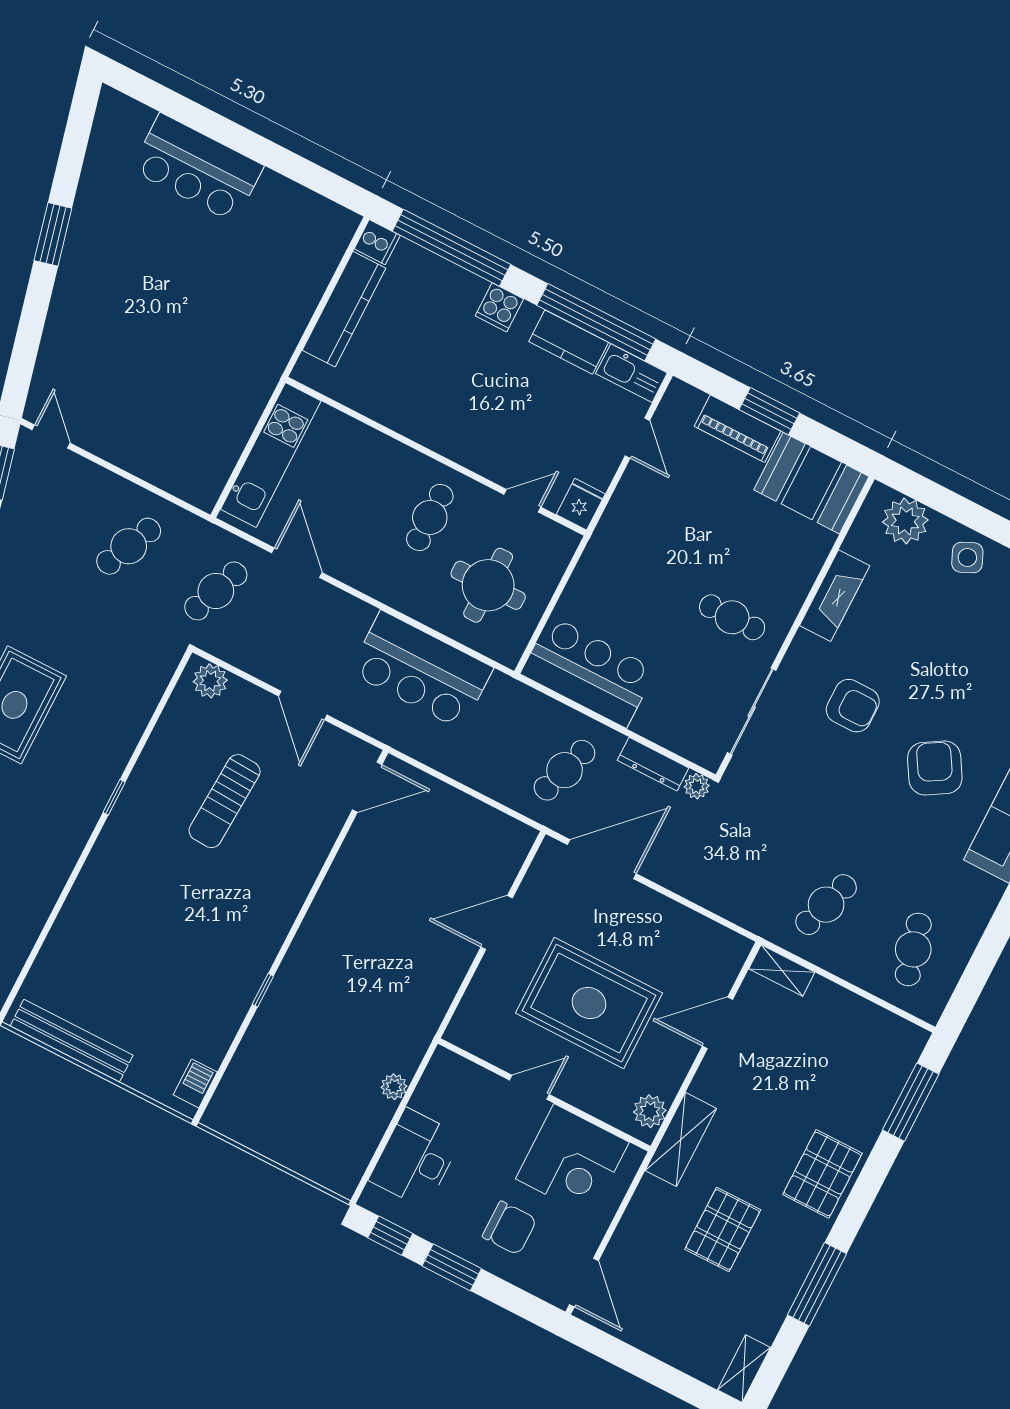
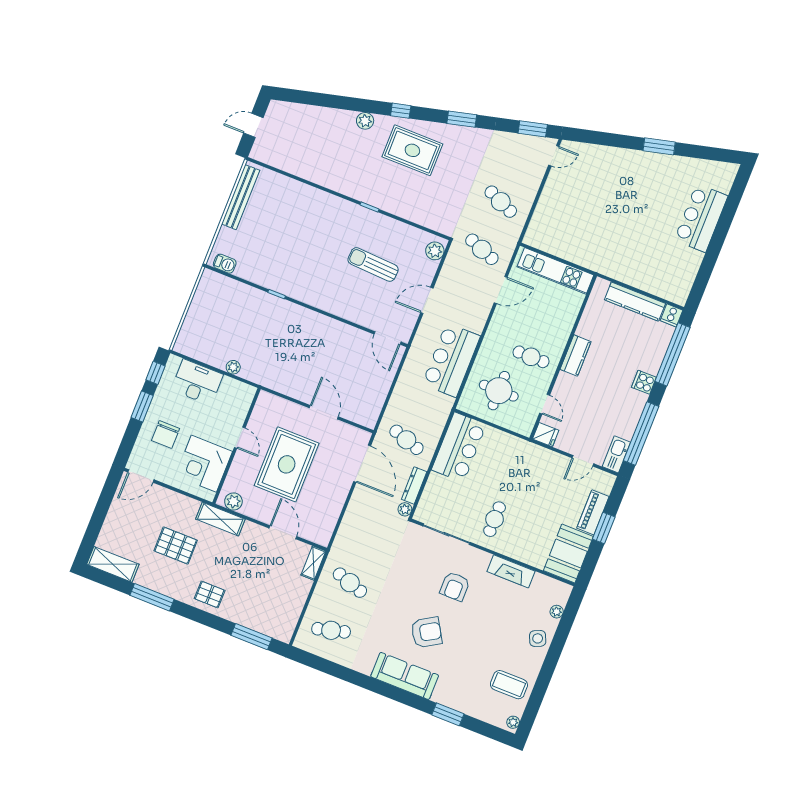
kitchen counter: (569, 342) -> (576, 355), moved, turned 180
plant: (905, 521) -> (557, 612), width x0.53, depth x0.53
pallet: (822, 1174) -> (210, 594), width x0.67, depth x0.71
shelving: (744, 1369) -> (113, 564), width x1.50, depth x1.33

